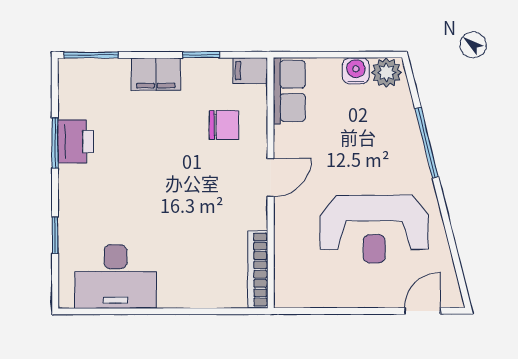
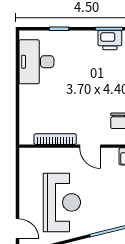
reception desk: (374, 229) -> (62, 202), turned 180
bookcase: (258, 270) -> (55, 139), moved

